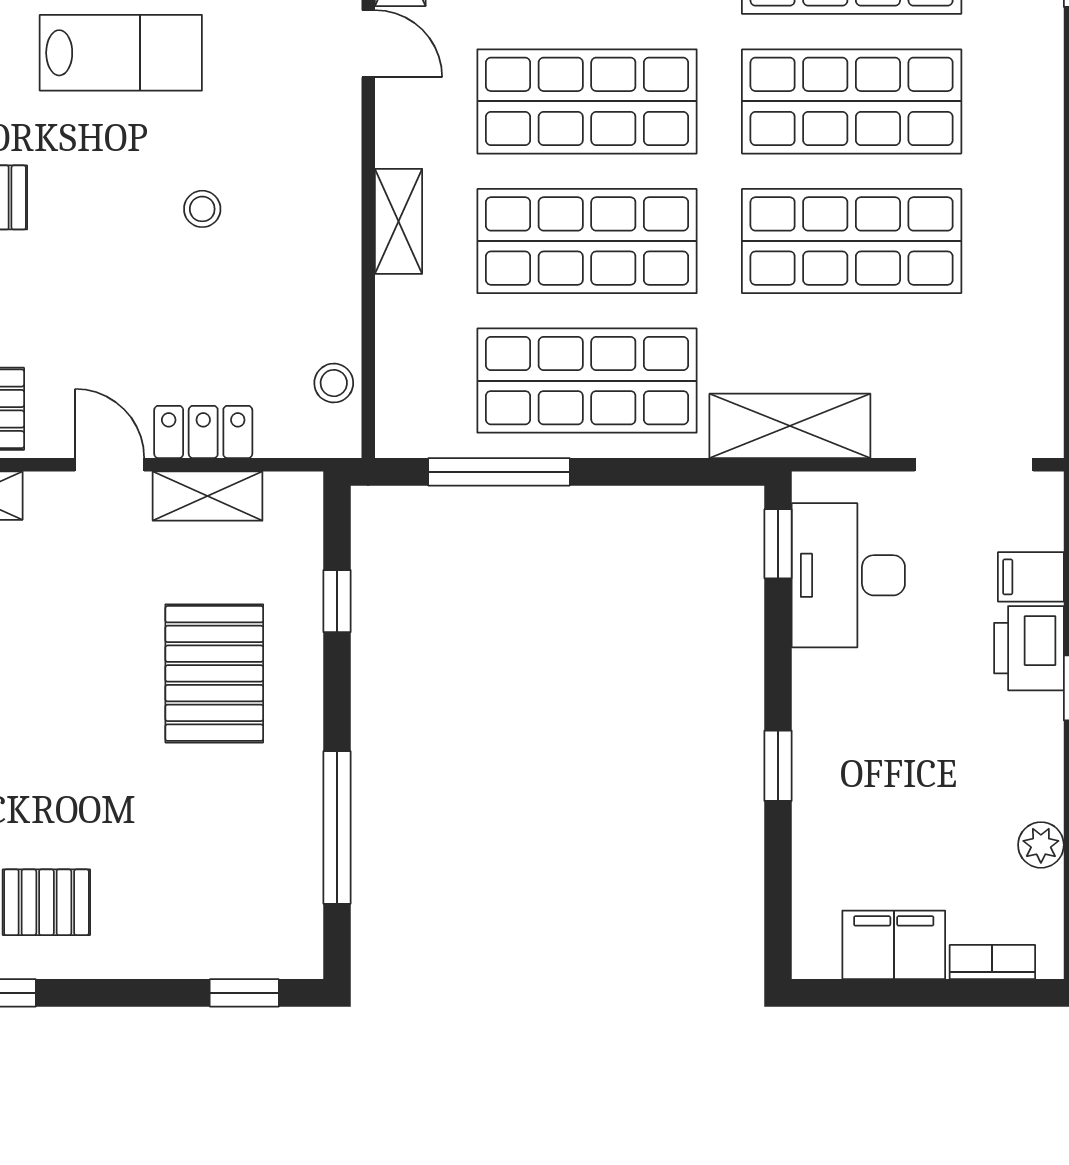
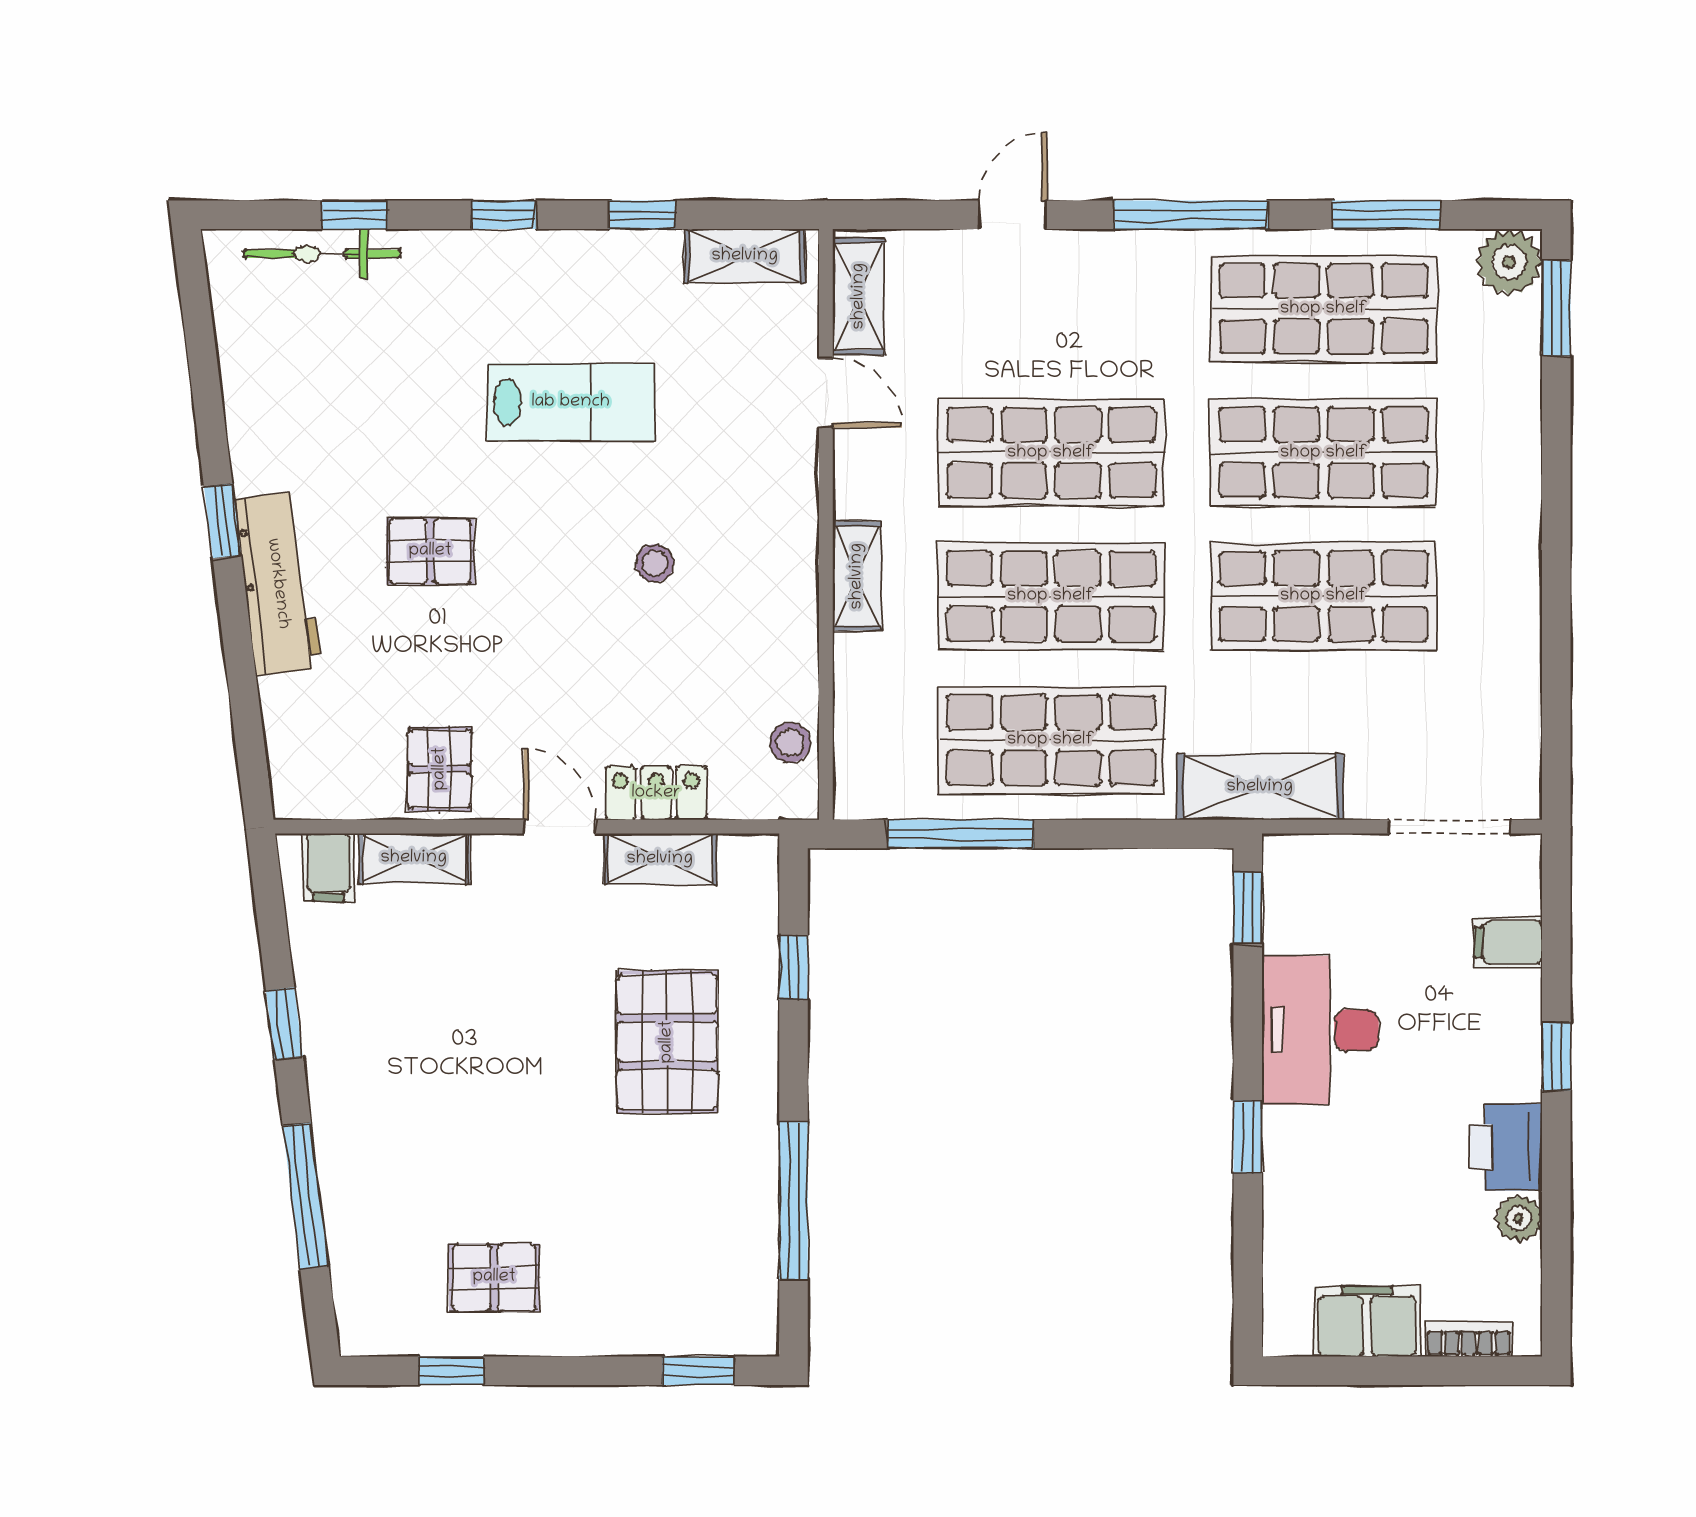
desk: (848, 575) -> (1320, 1030), moved
printer: (1029, 648) -> (1506, 1147), moved

